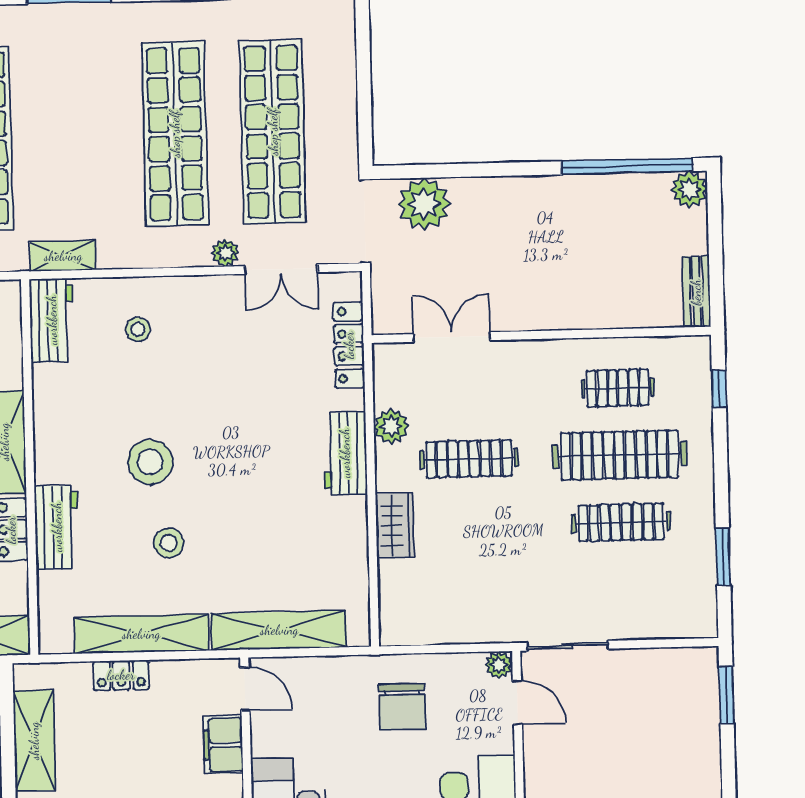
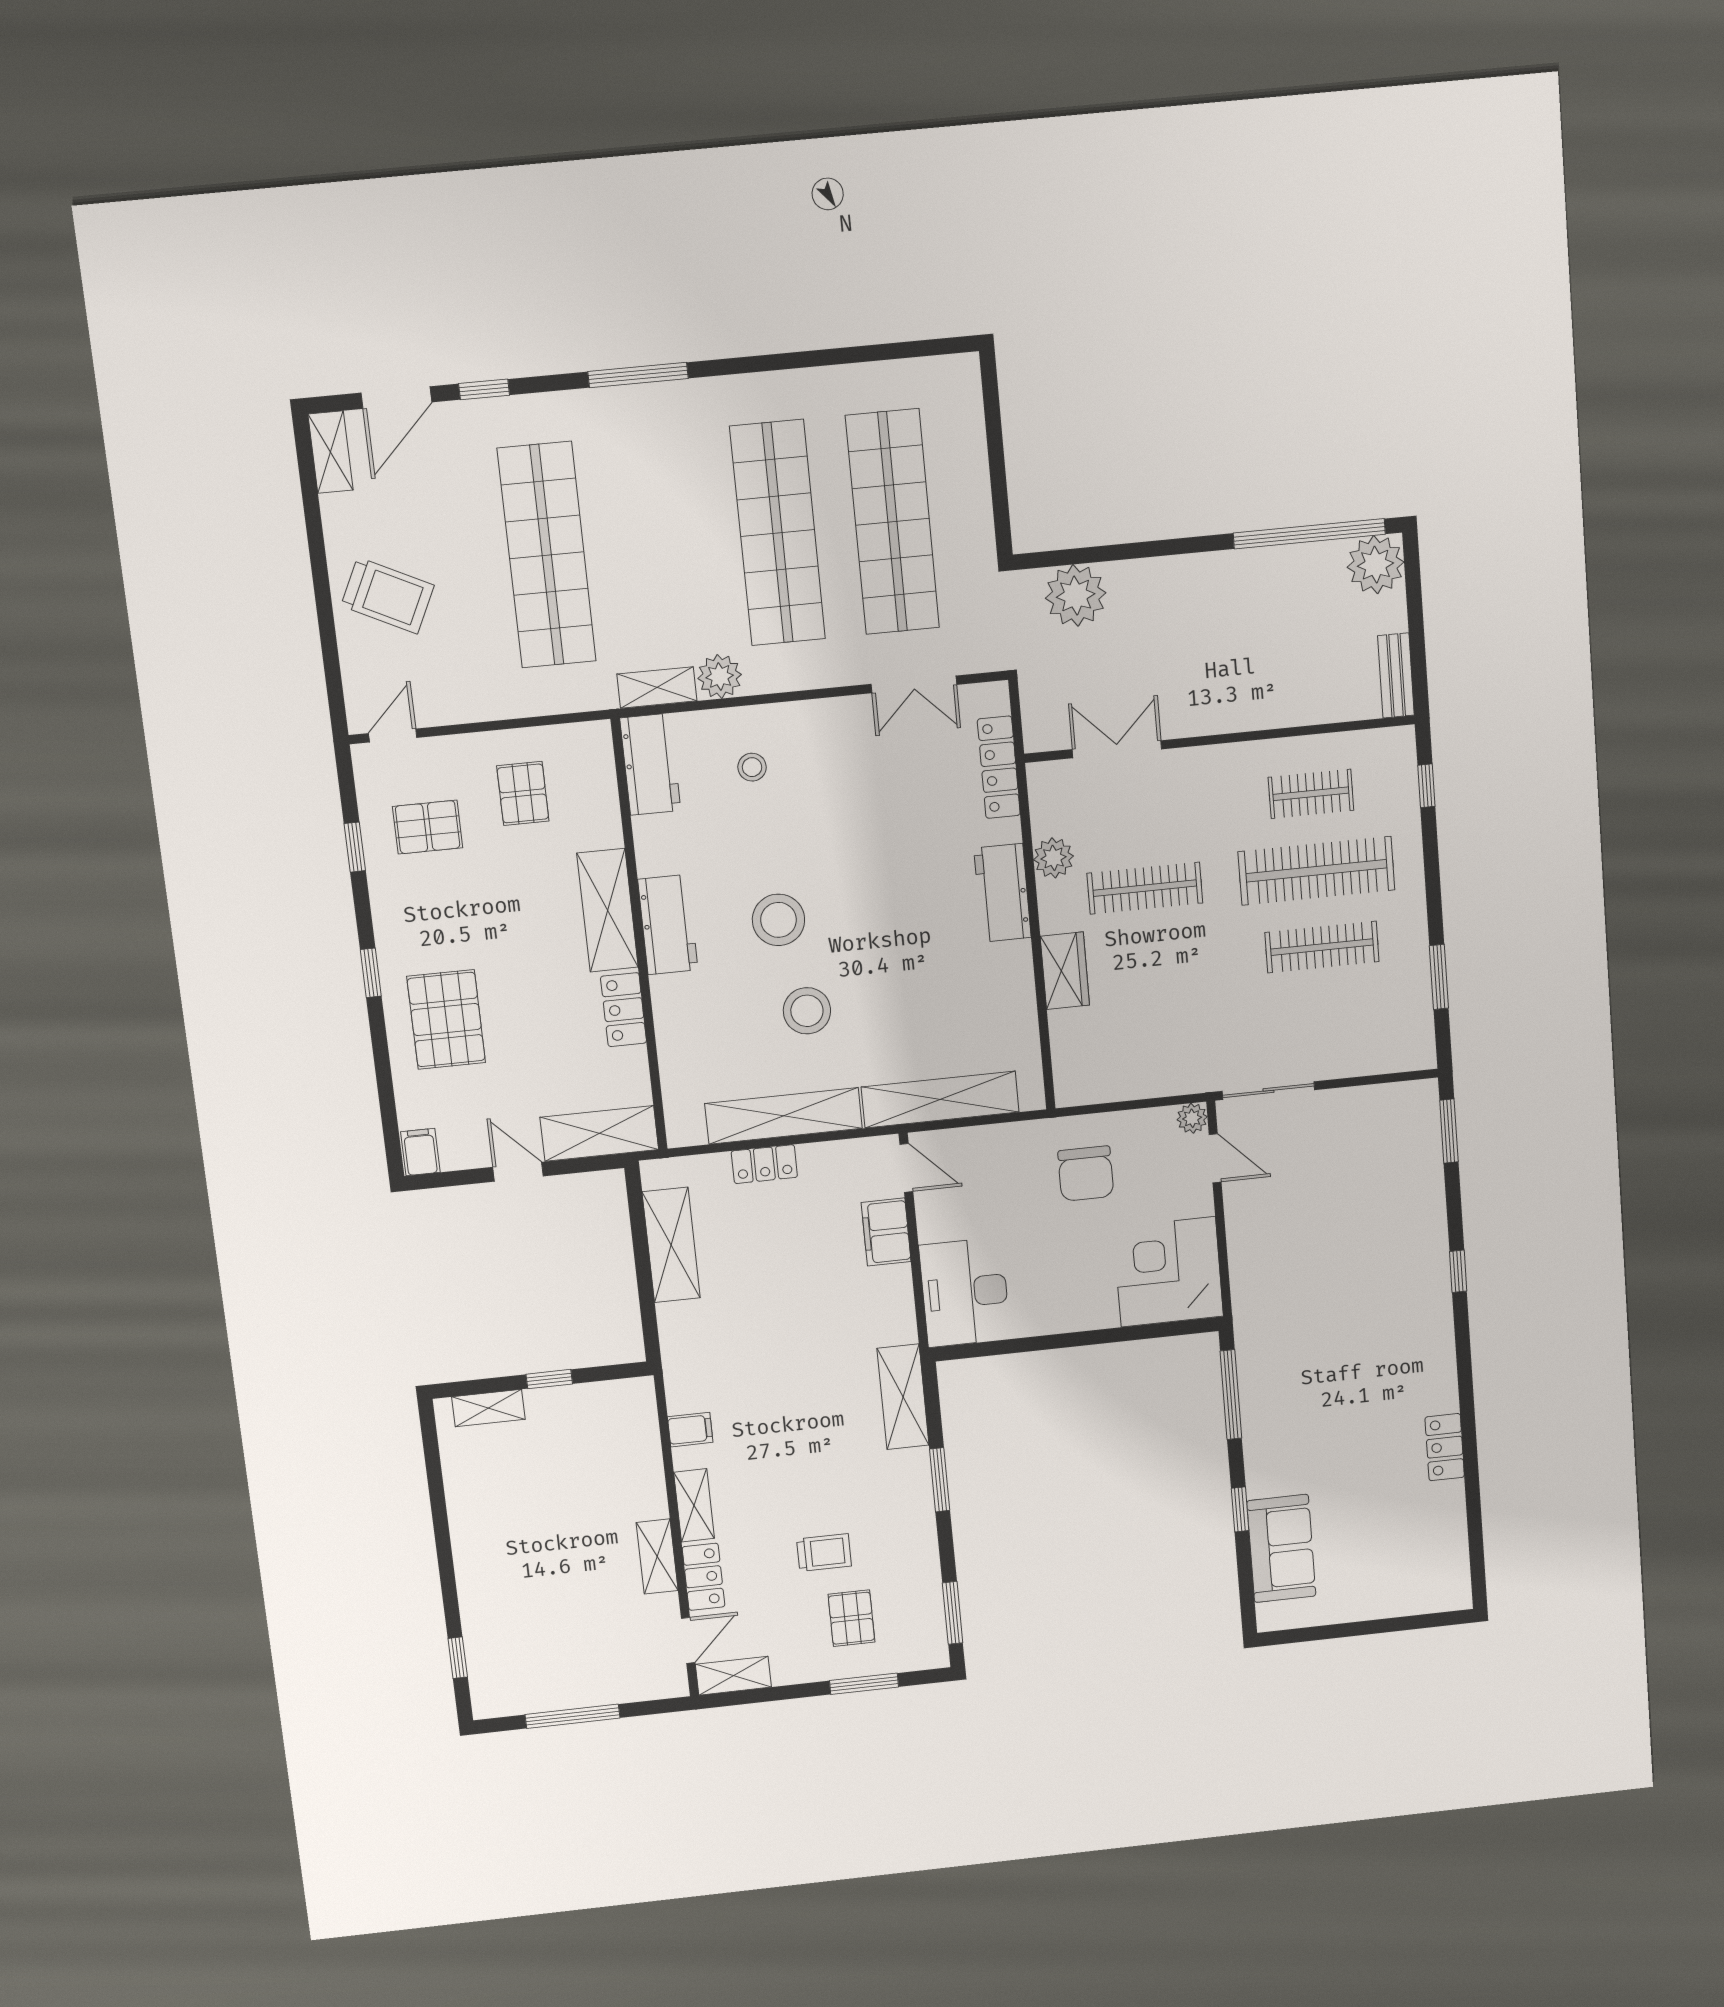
plant: (689, 189) -> (1376, 565), width x1.36, depth x1.36
plant: (225, 253) -> (720, 676), moved, width x1.38, depth x1.38
workbench: (57, 527) -> (668, 925), moved
stool: (169, 543) -> (807, 1011), width x1.38, depth x1.38

